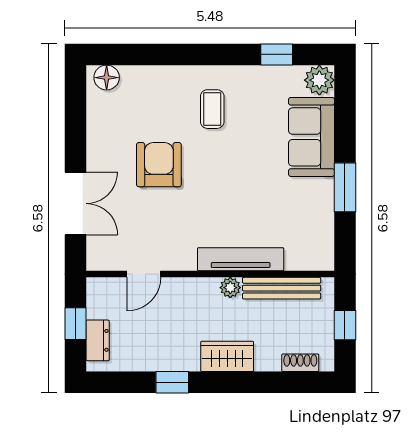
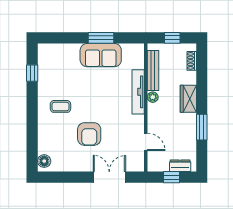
plant: (319, 80) -> (45, 51), removed
sofa: (311, 137) -> (101, 55), moved
armchair: (159, 165) -> (89, 134), turned -90
window: (172, 382) -> (202, 127), width x1.50

